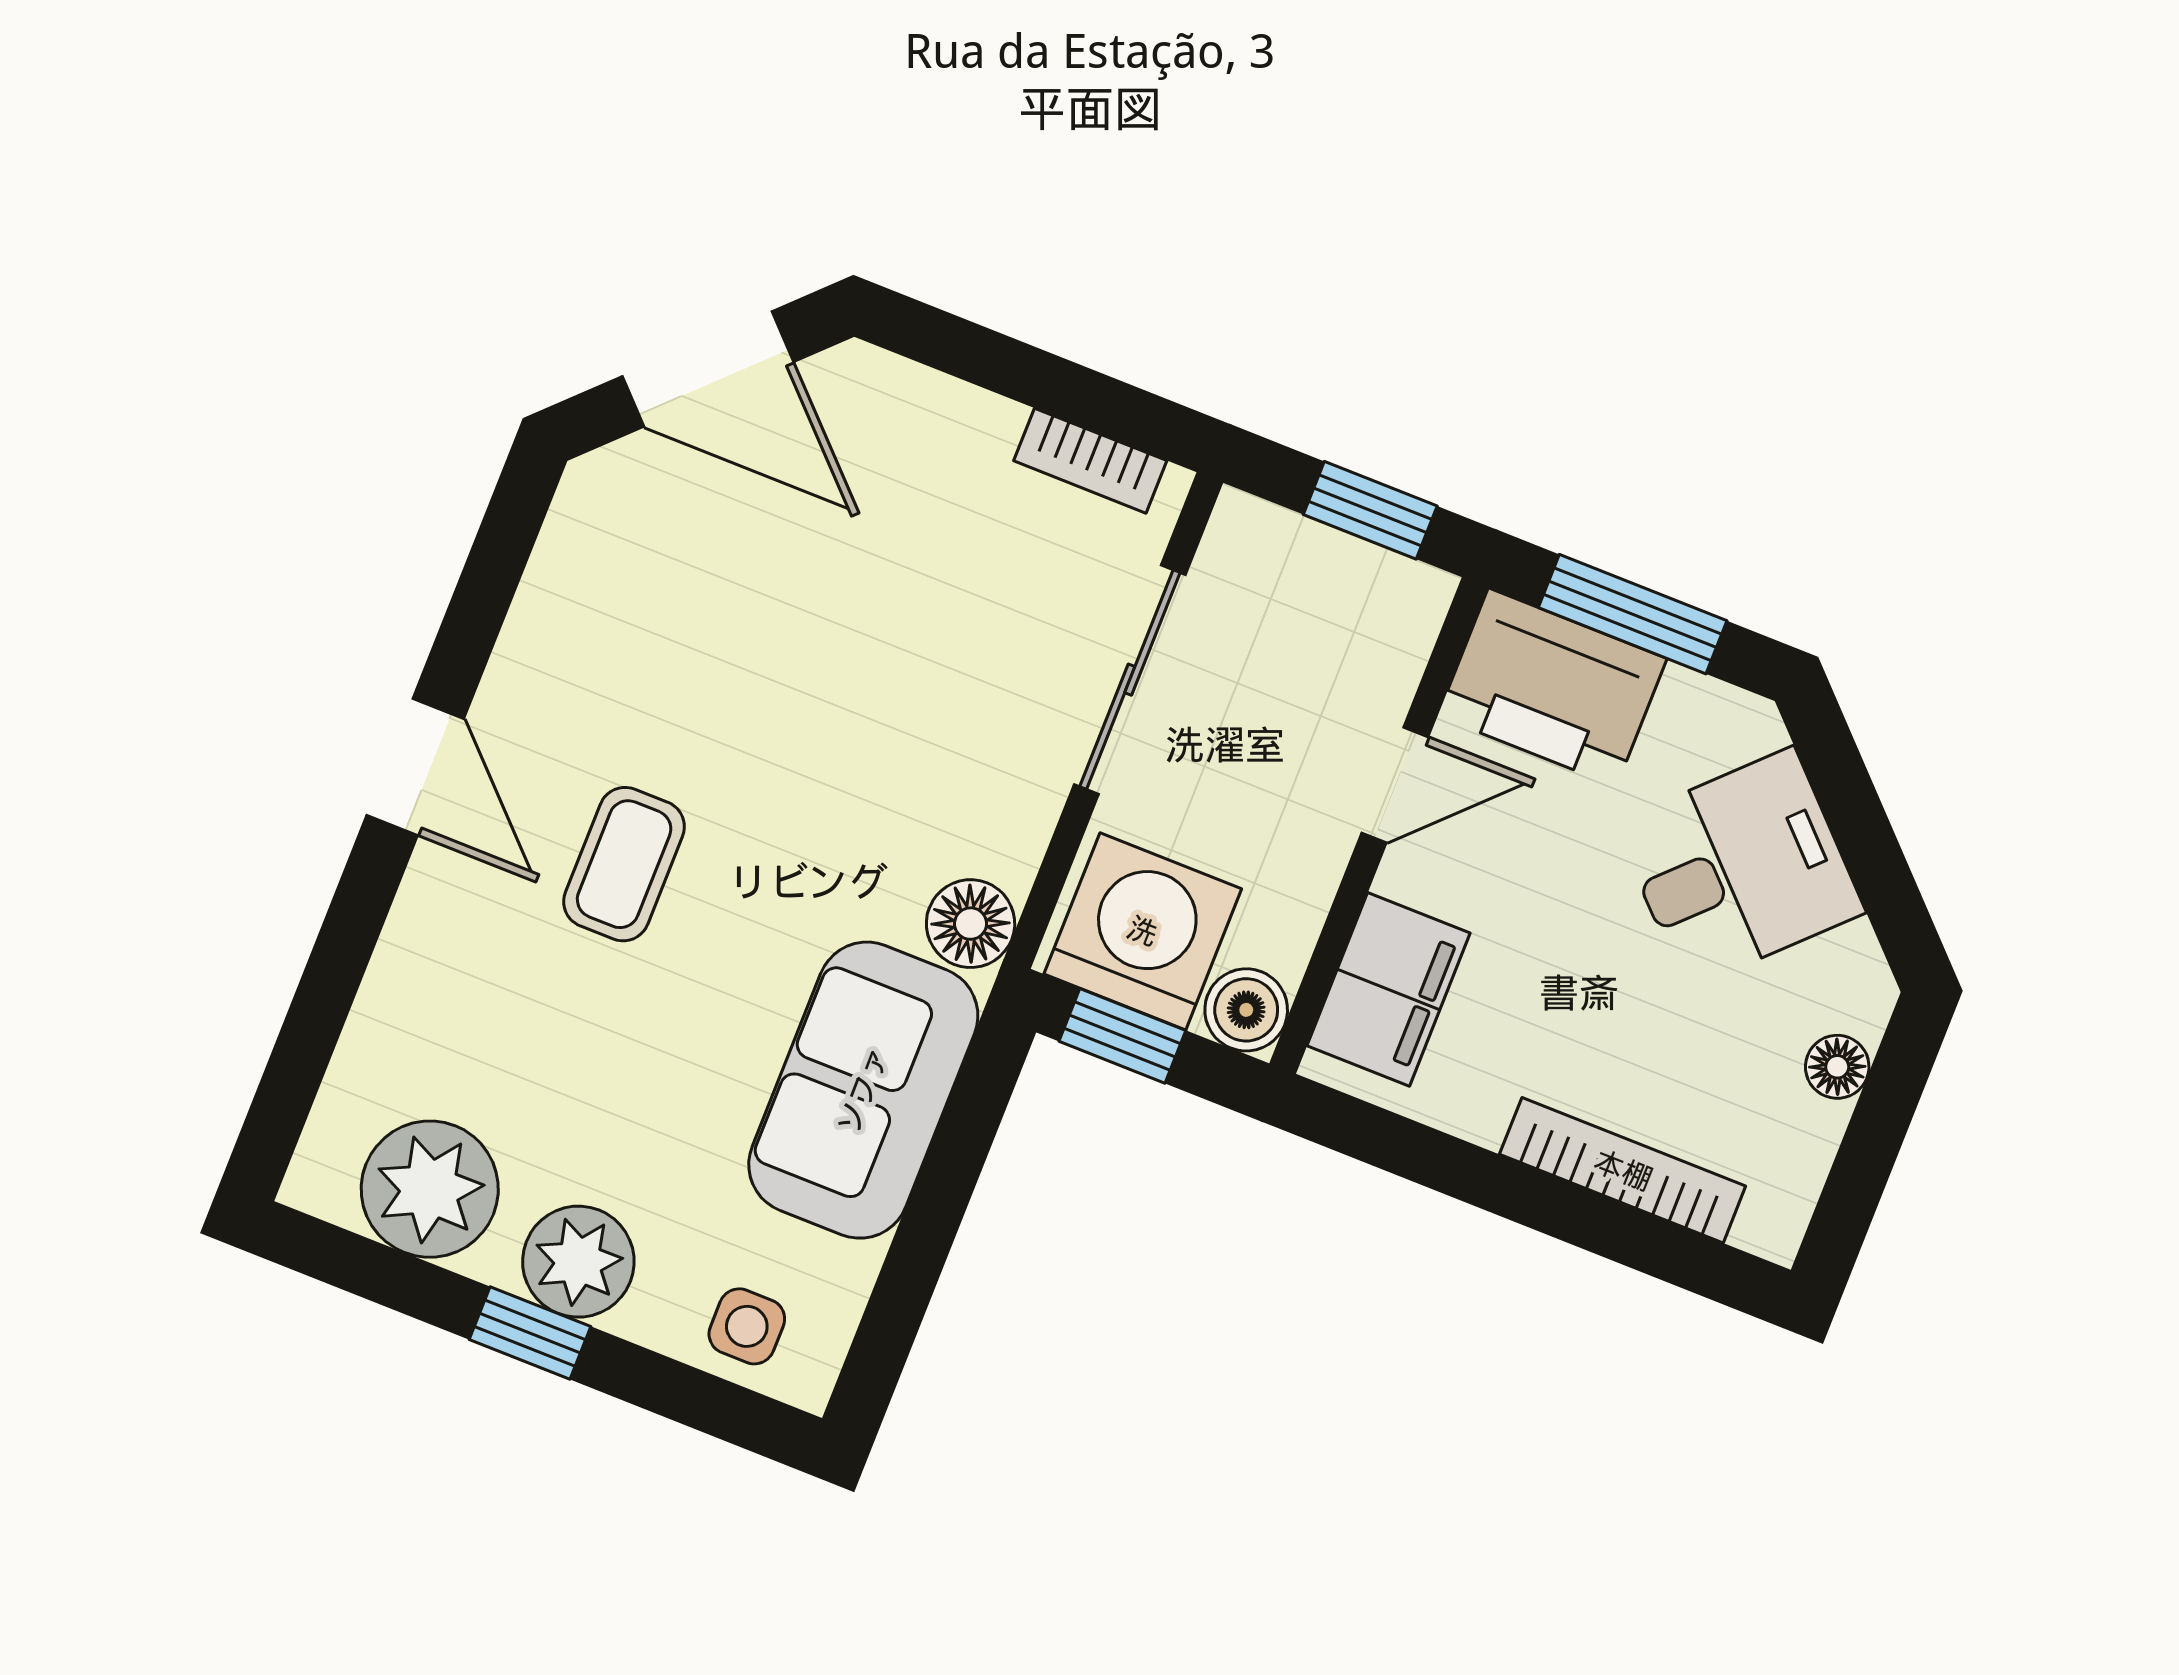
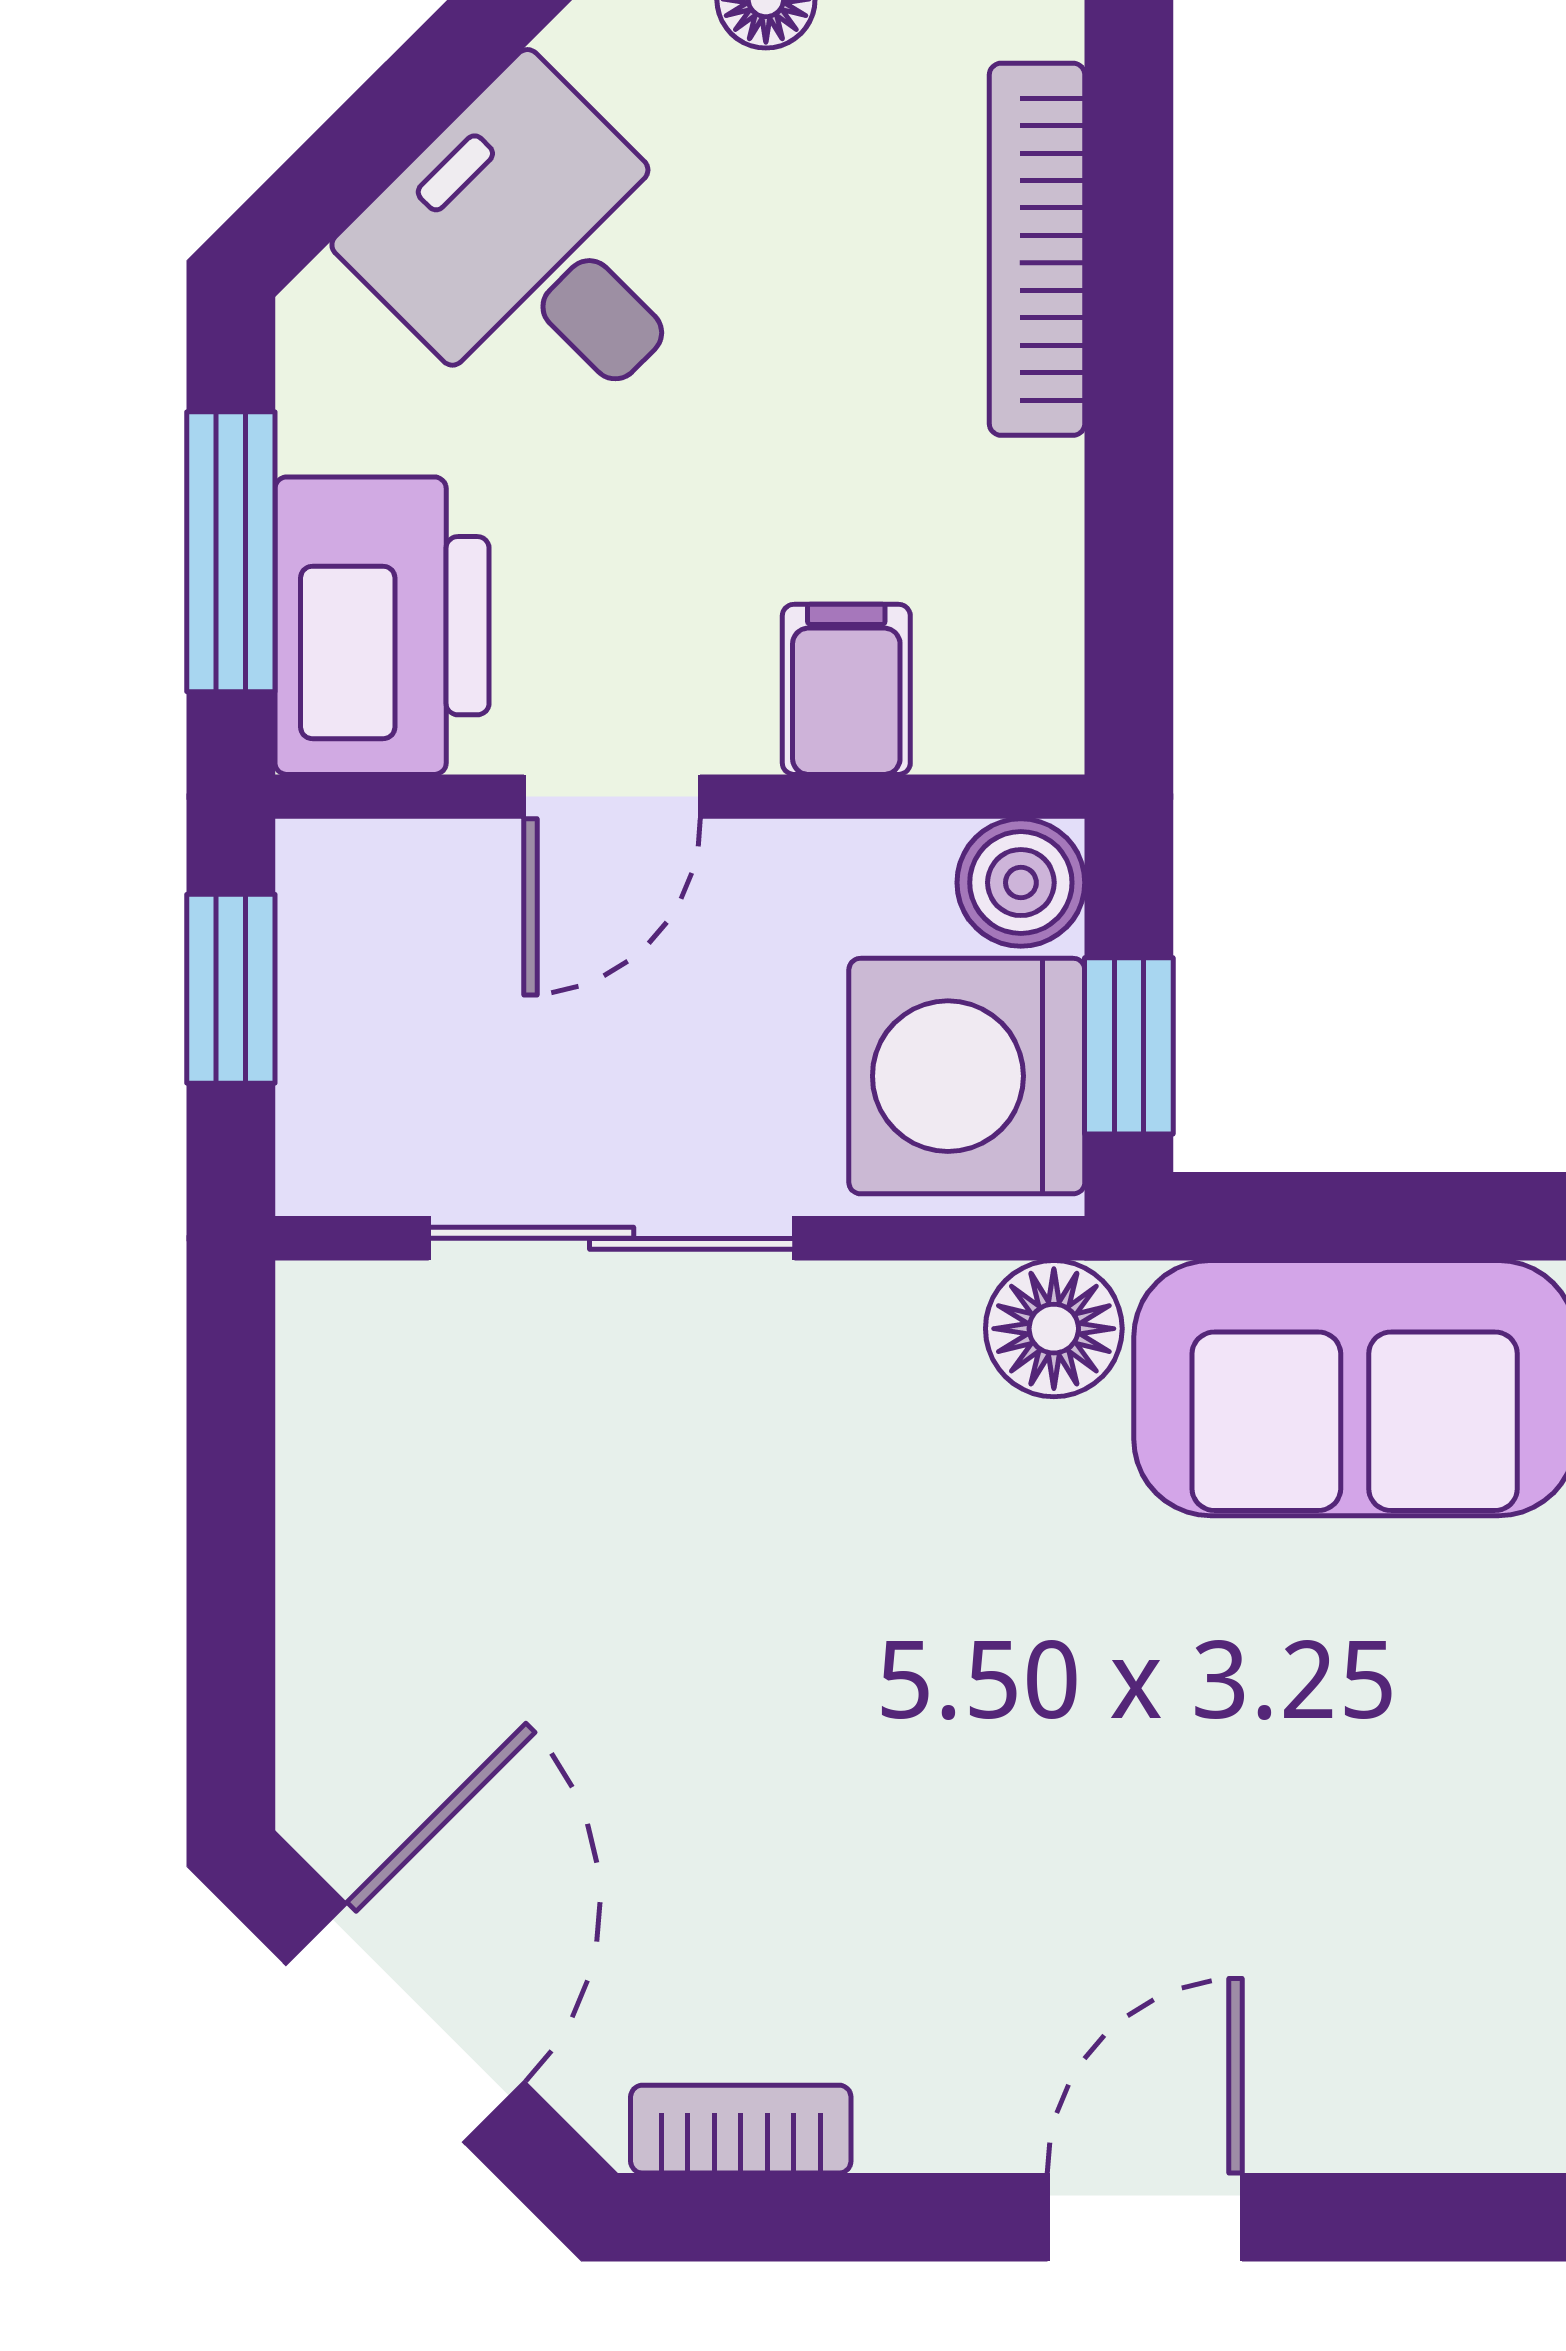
bookcase: (1090, 461) -> (741, 2129), moved, turned -90
door: (1395, 785) -> (612, 797), swing flipped
coffee table: (624, 864) -> (1166, 1861), removed
filing cabinet: (1389, 989) -> (846, 689), width x0.50

